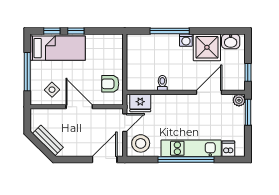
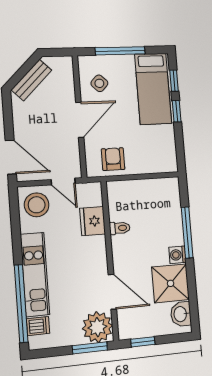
plant: (239, 100) -> (97, 327), width x1.88, depth x1.88
fridge: (140, 103) -> (93, 221), moved
window: (186, 160) -> (21, 304), moved

